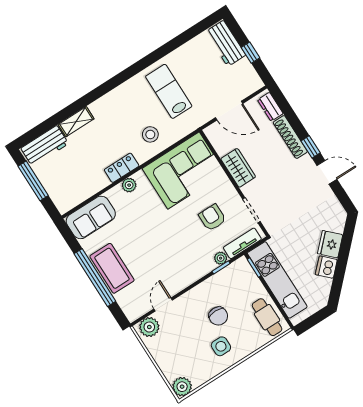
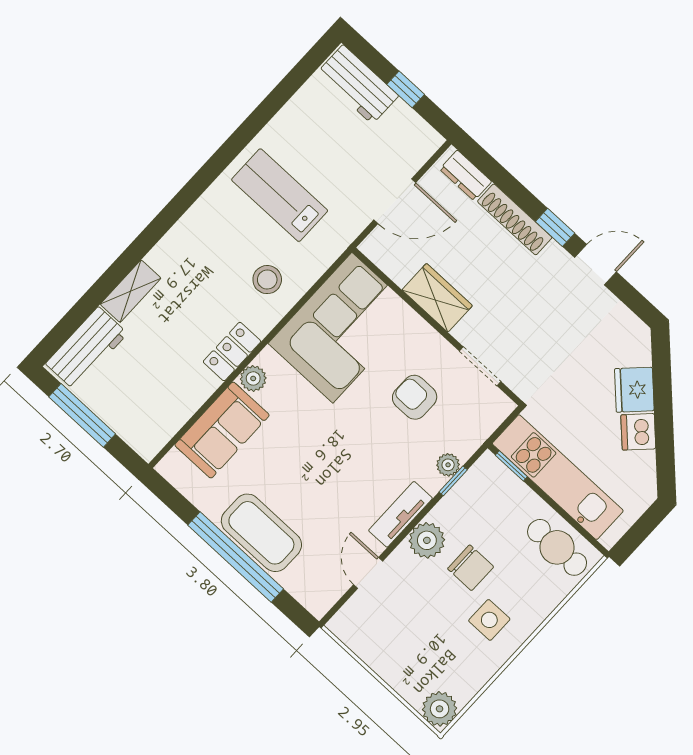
sofa: (91, 217) -> (222, 430), moved
tv unit: (242, 243) -> (401, 514), moved
plant: (149, 327) -> (427, 540), moved

